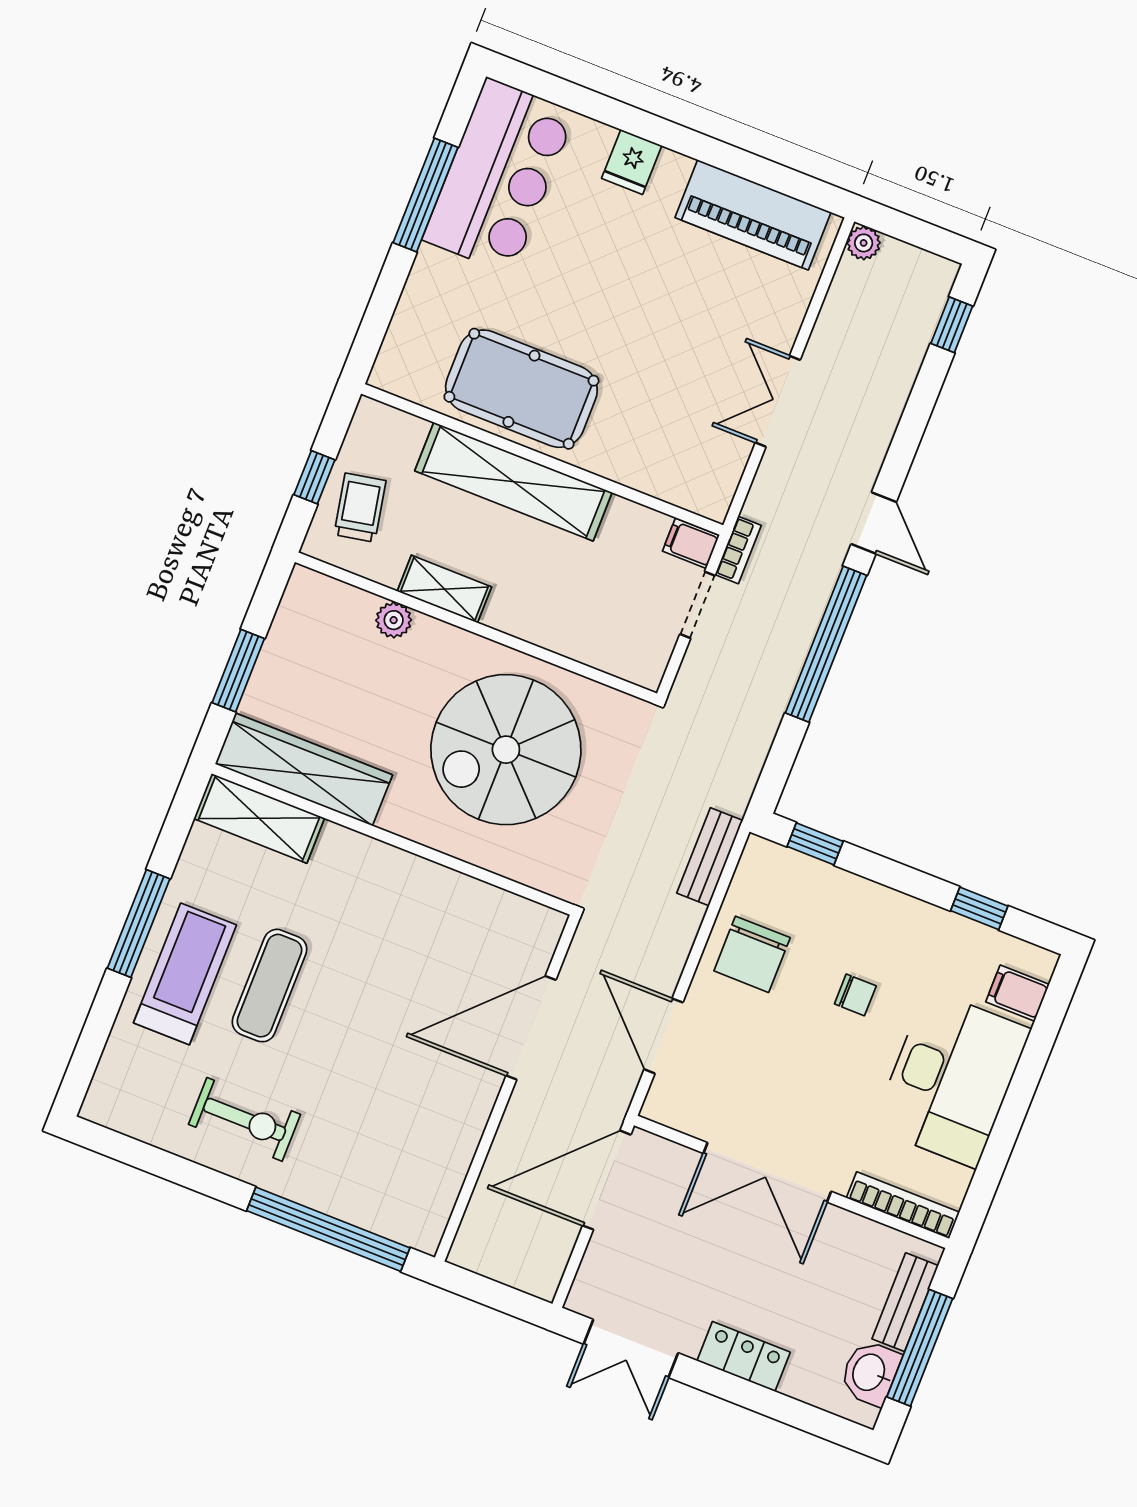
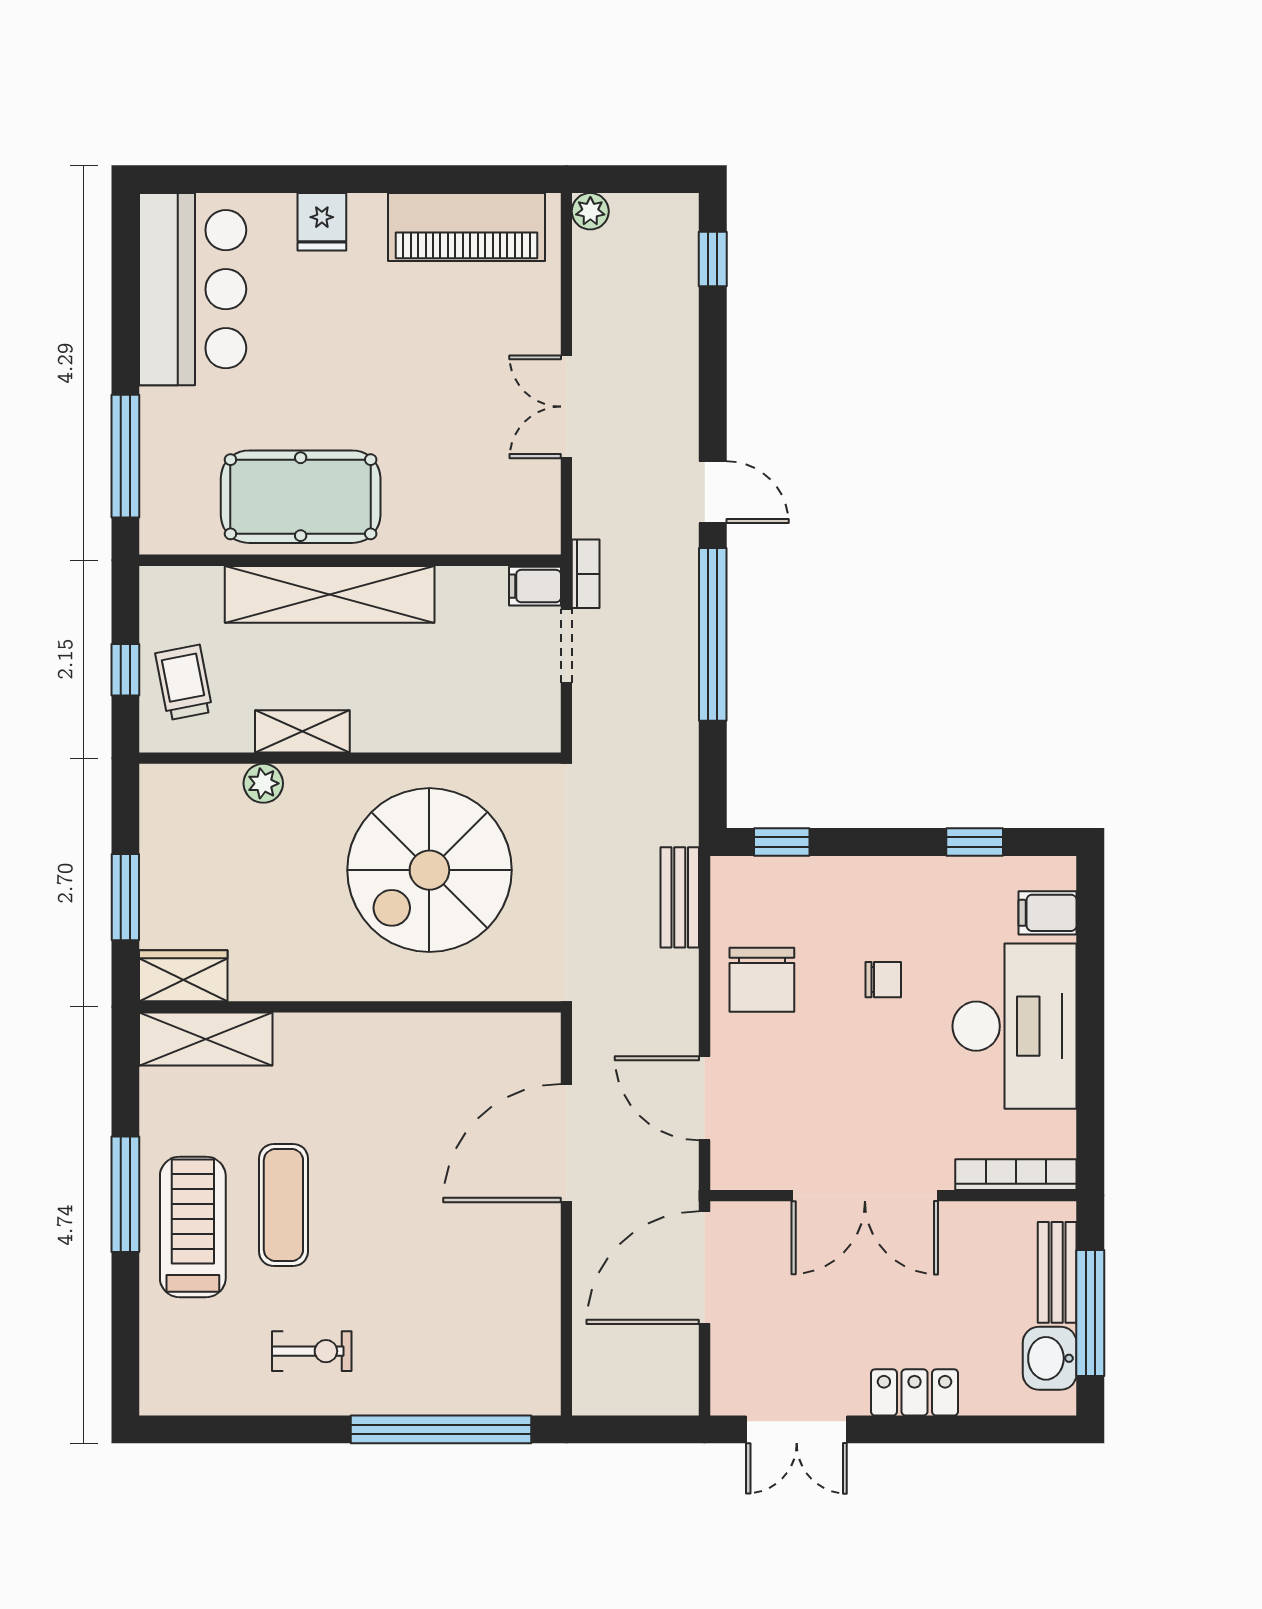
window: (426, 195) -> (125, 456), moved
wardrobe: (304, 769) -> (183, 976), width x0.48, depth x0.85
exercise bike: (245, 1119) -> (312, 1351), width x0.73, depth x0.72

